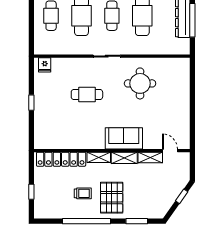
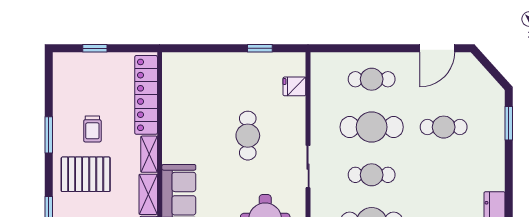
fridge: (45, 65) -> (294, 86), moved
window: (31, 103) -> (260, 48), moved
window: (86, 221) -> (49, 135), width x0.47

